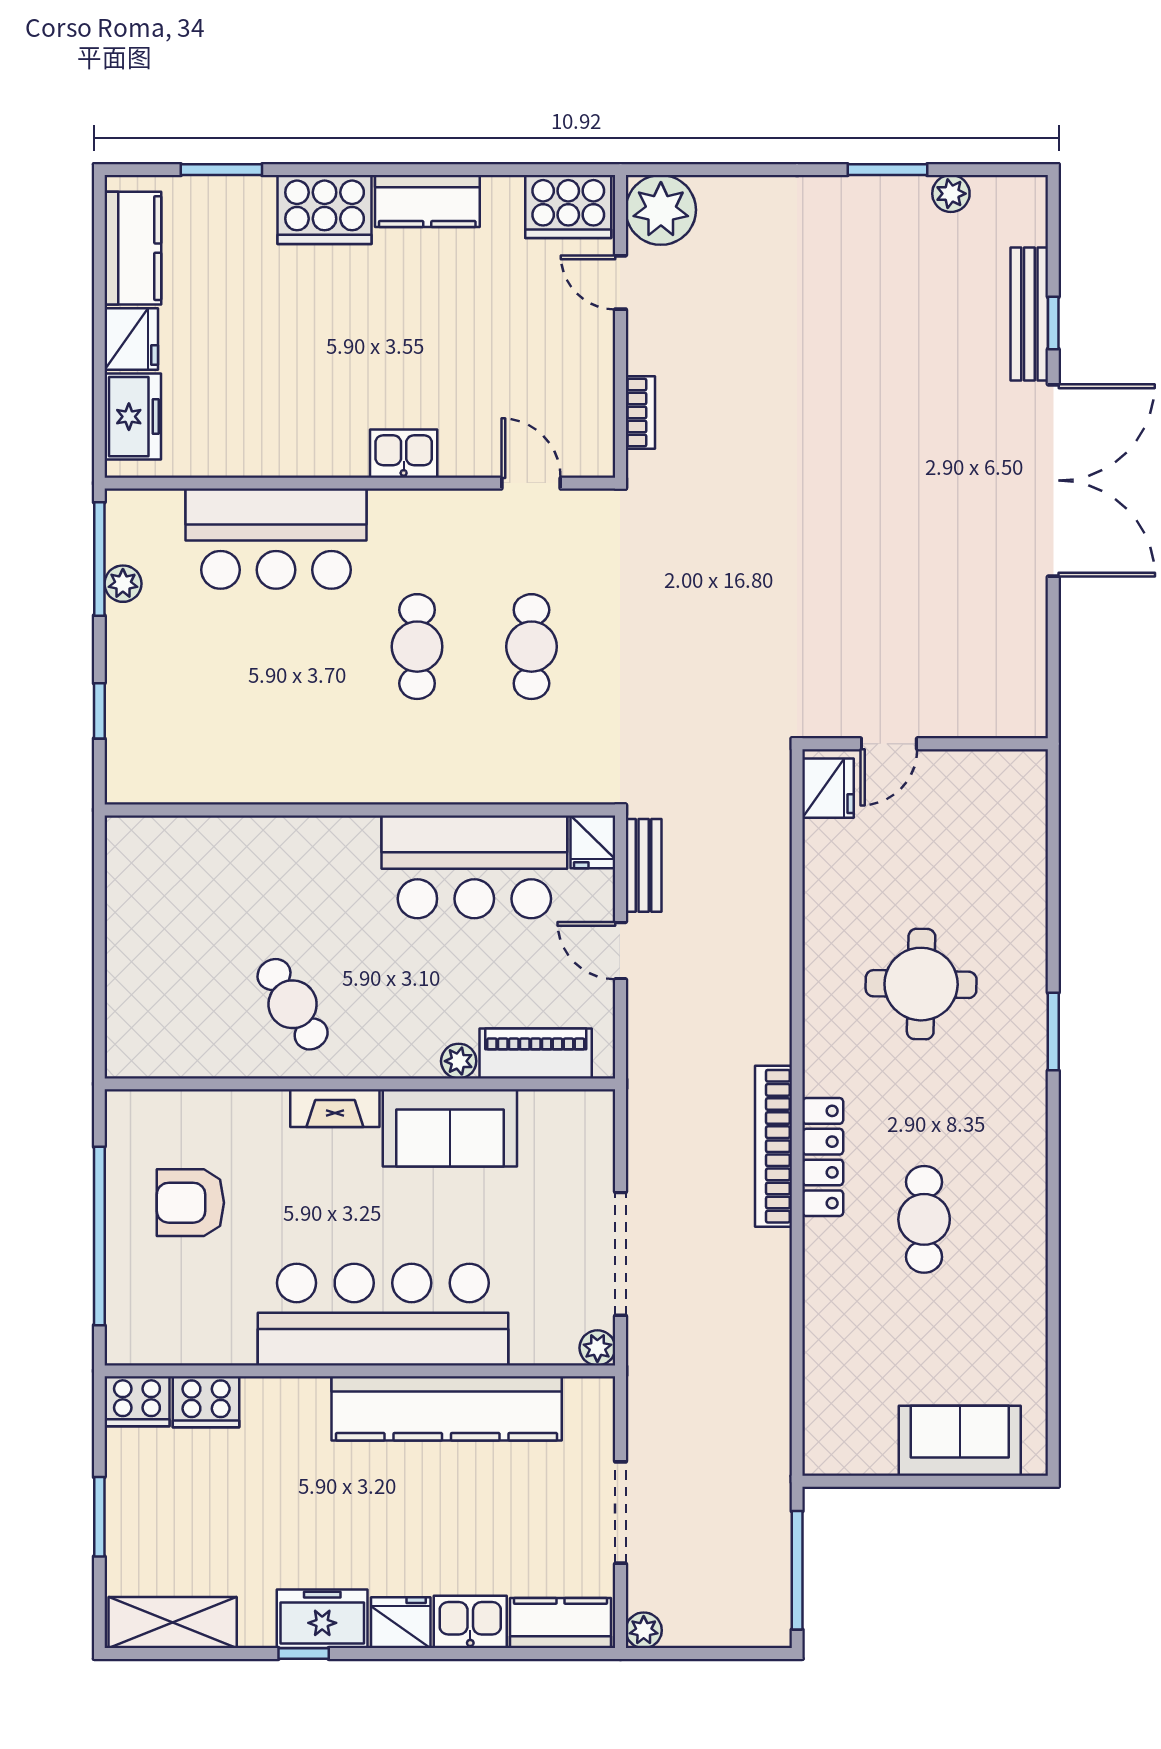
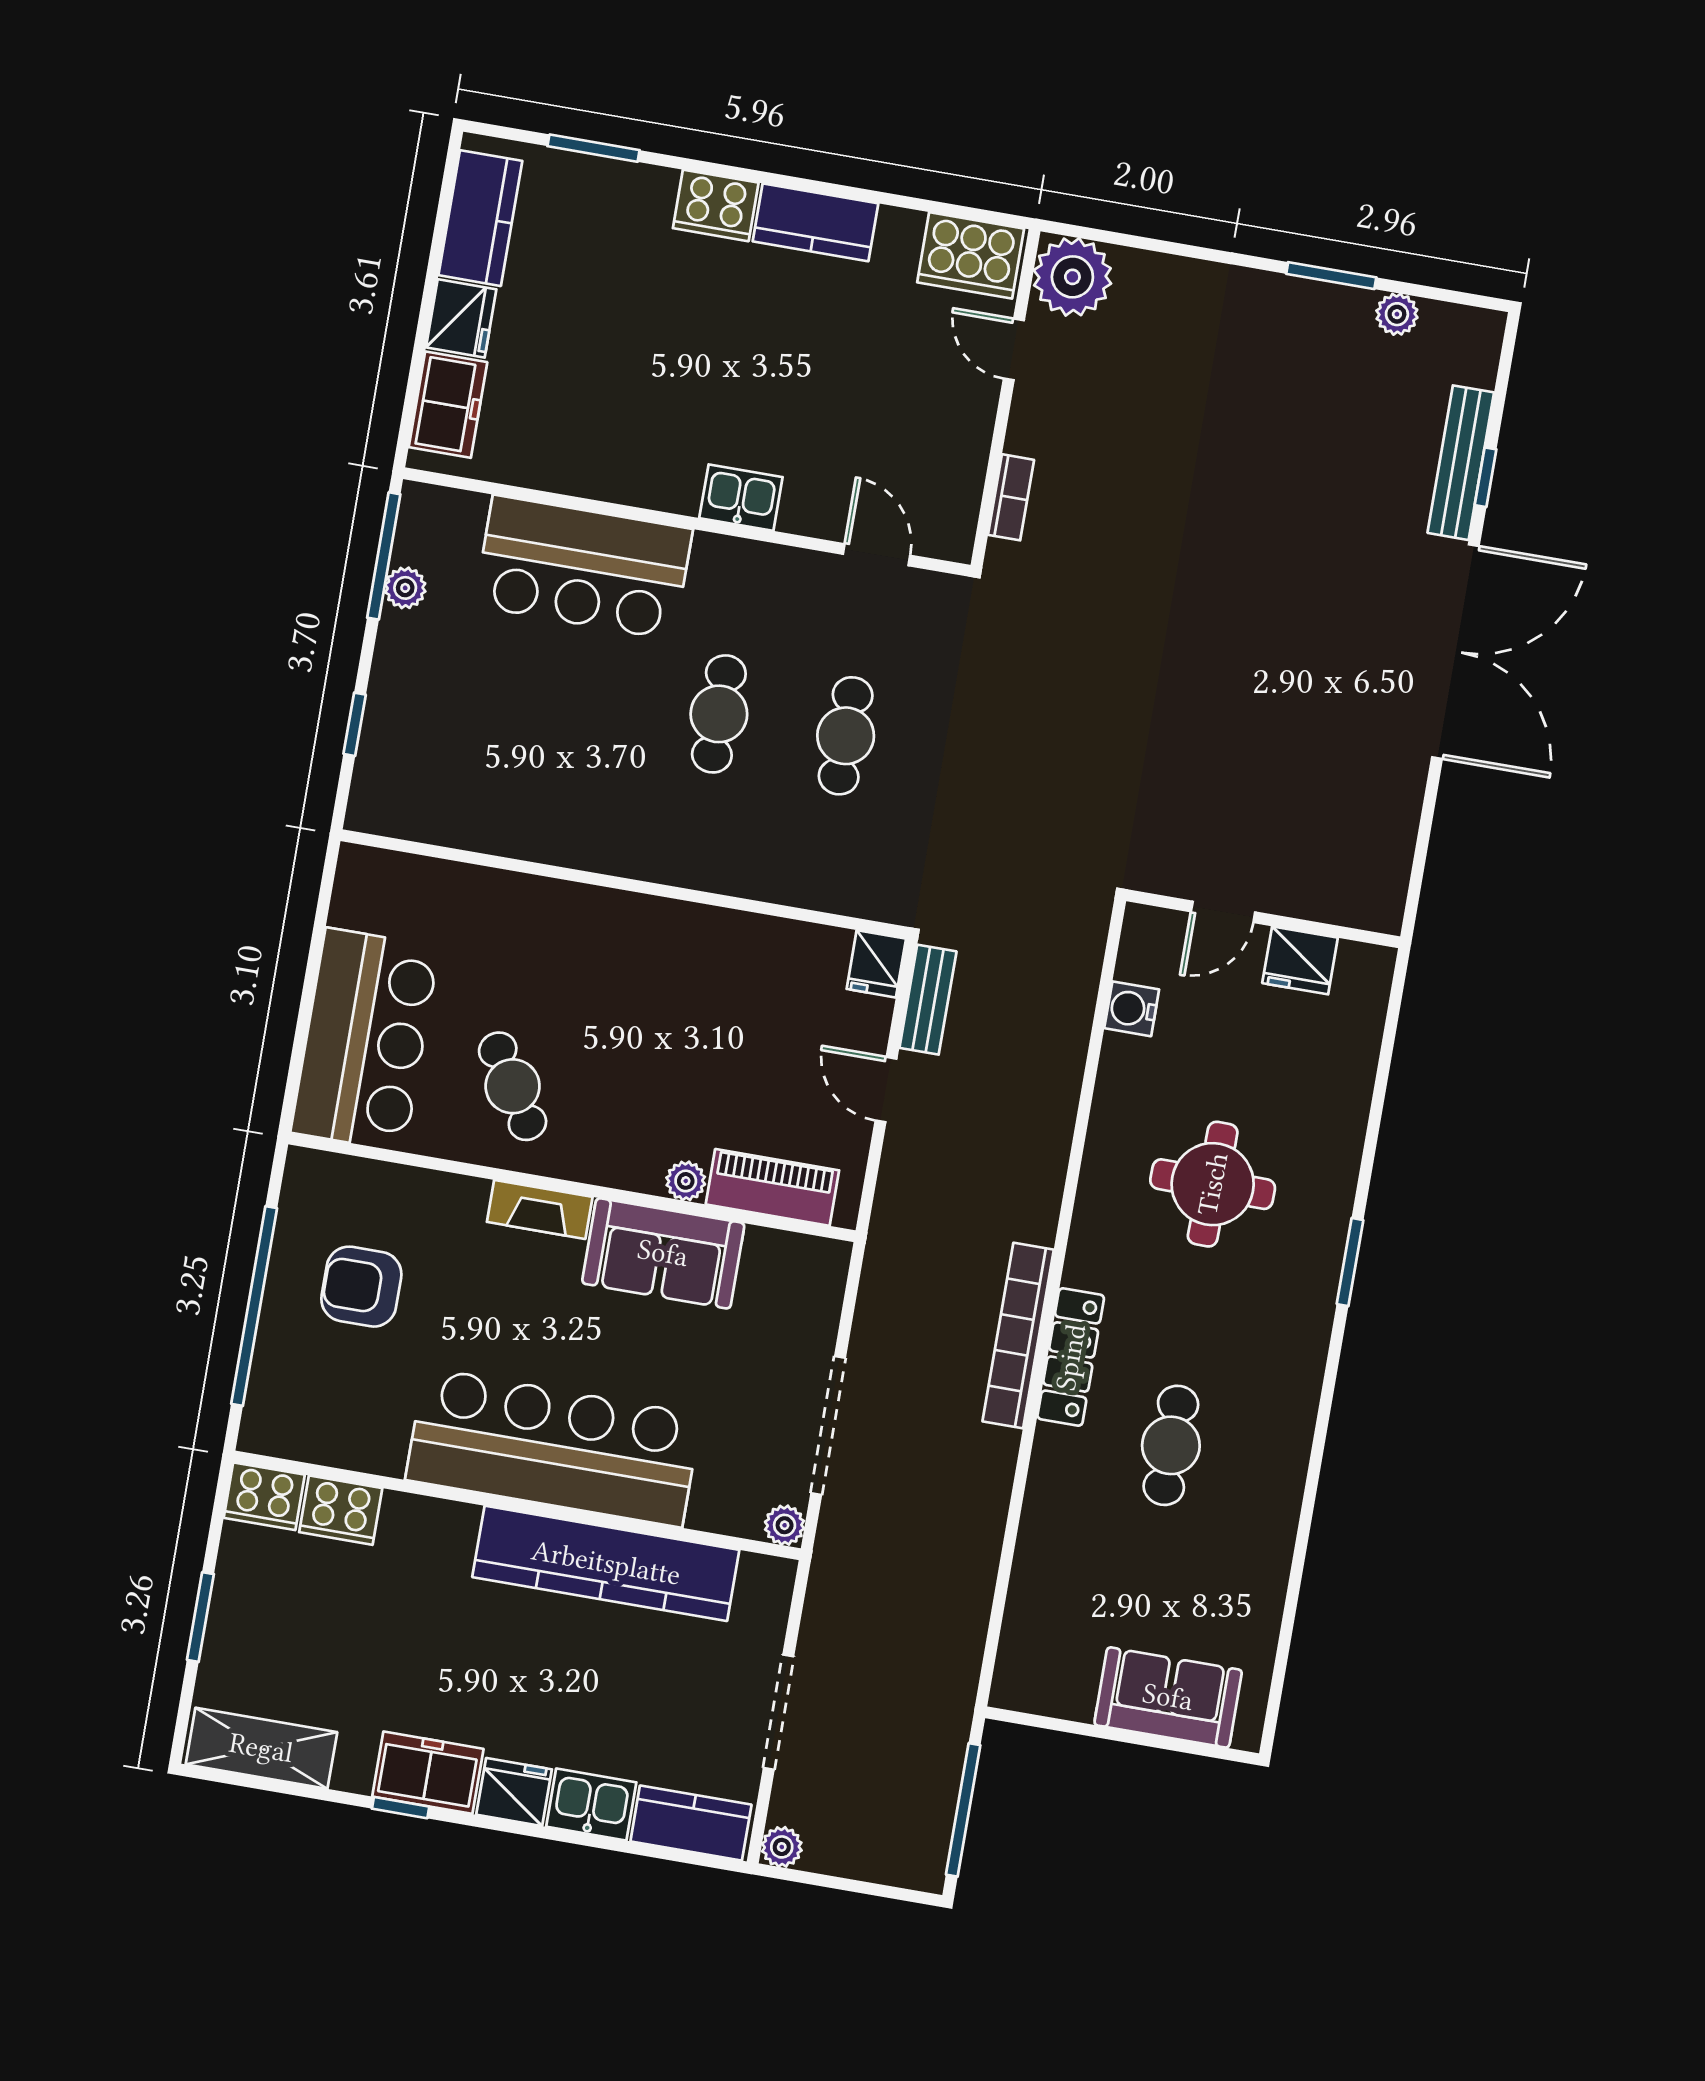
cooker: (325, 210) -> (716, 205), width x0.73, depth x0.76
fridge: (828, 788) -> (1300, 960), moved, turned 90
water cooler: (824, 843) -> (1132, 1009), added
bar counter: (474, 867) -> (365, 1040), moved, turned -90

